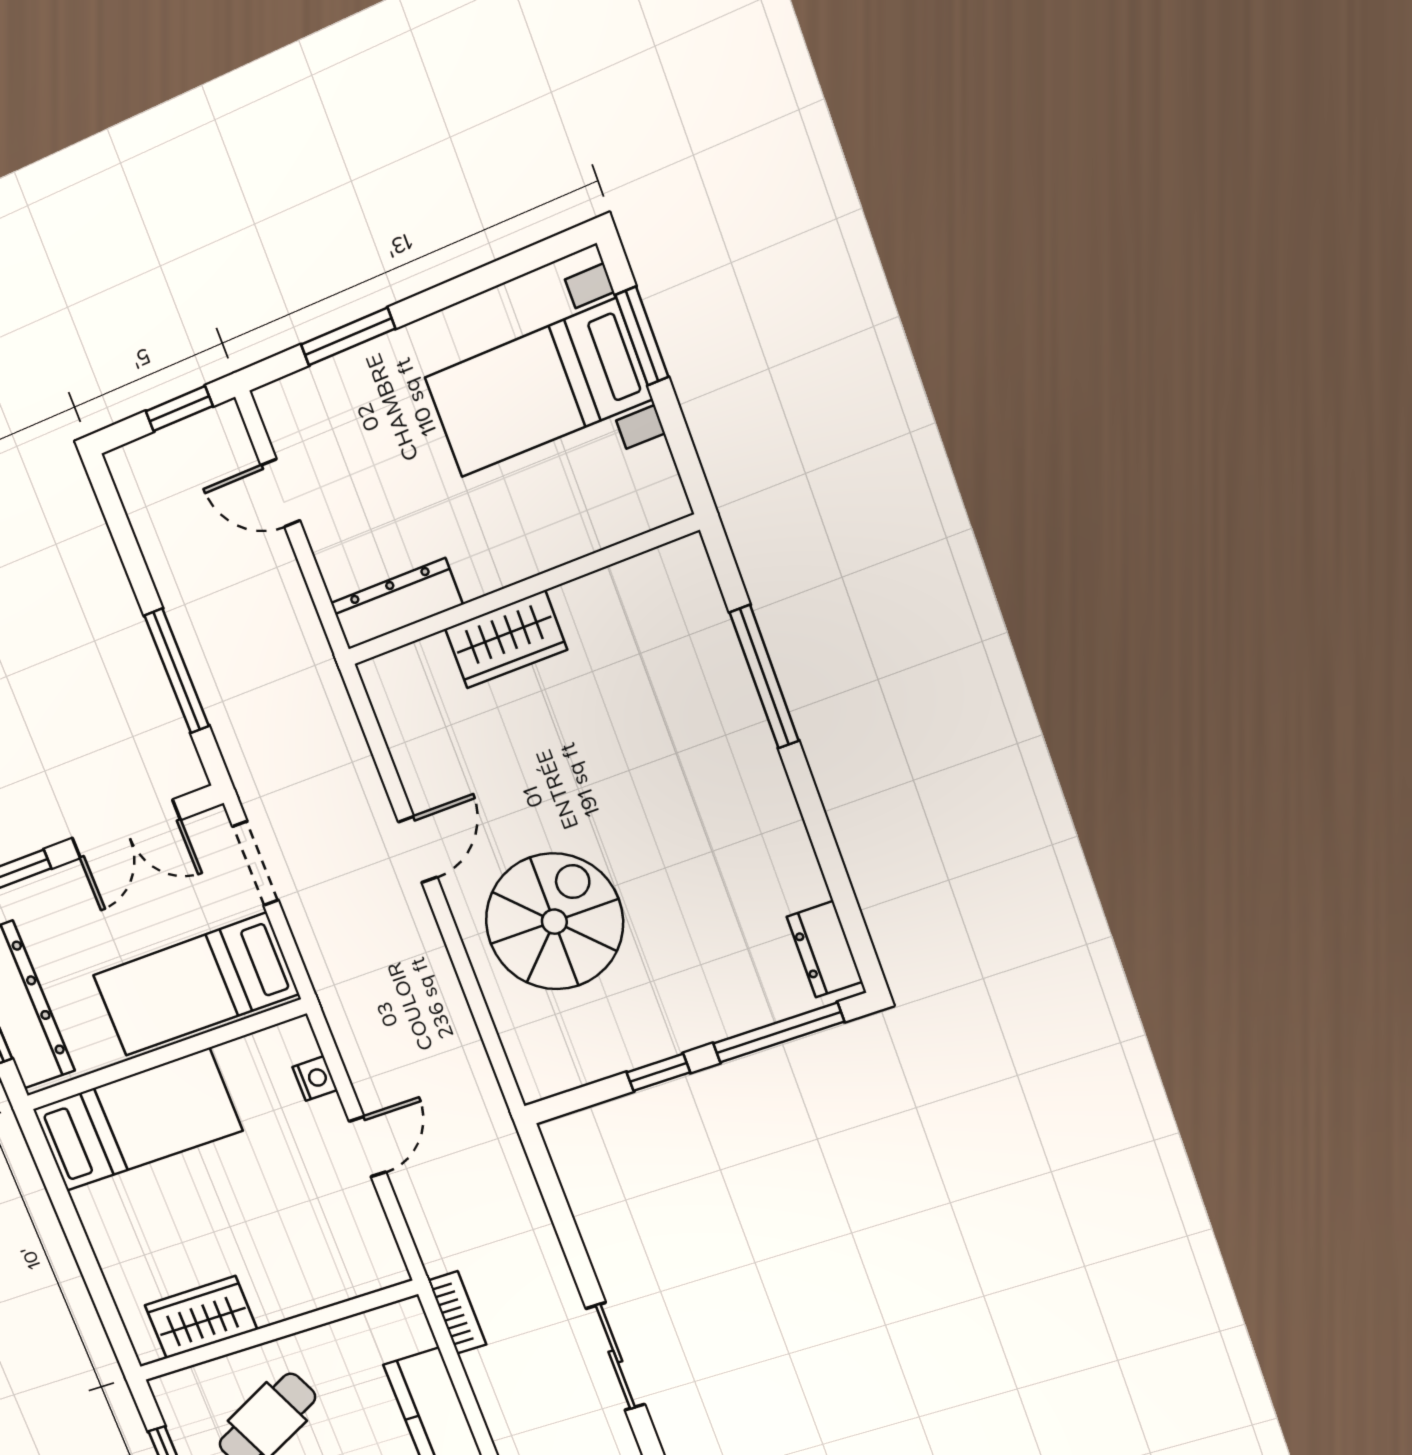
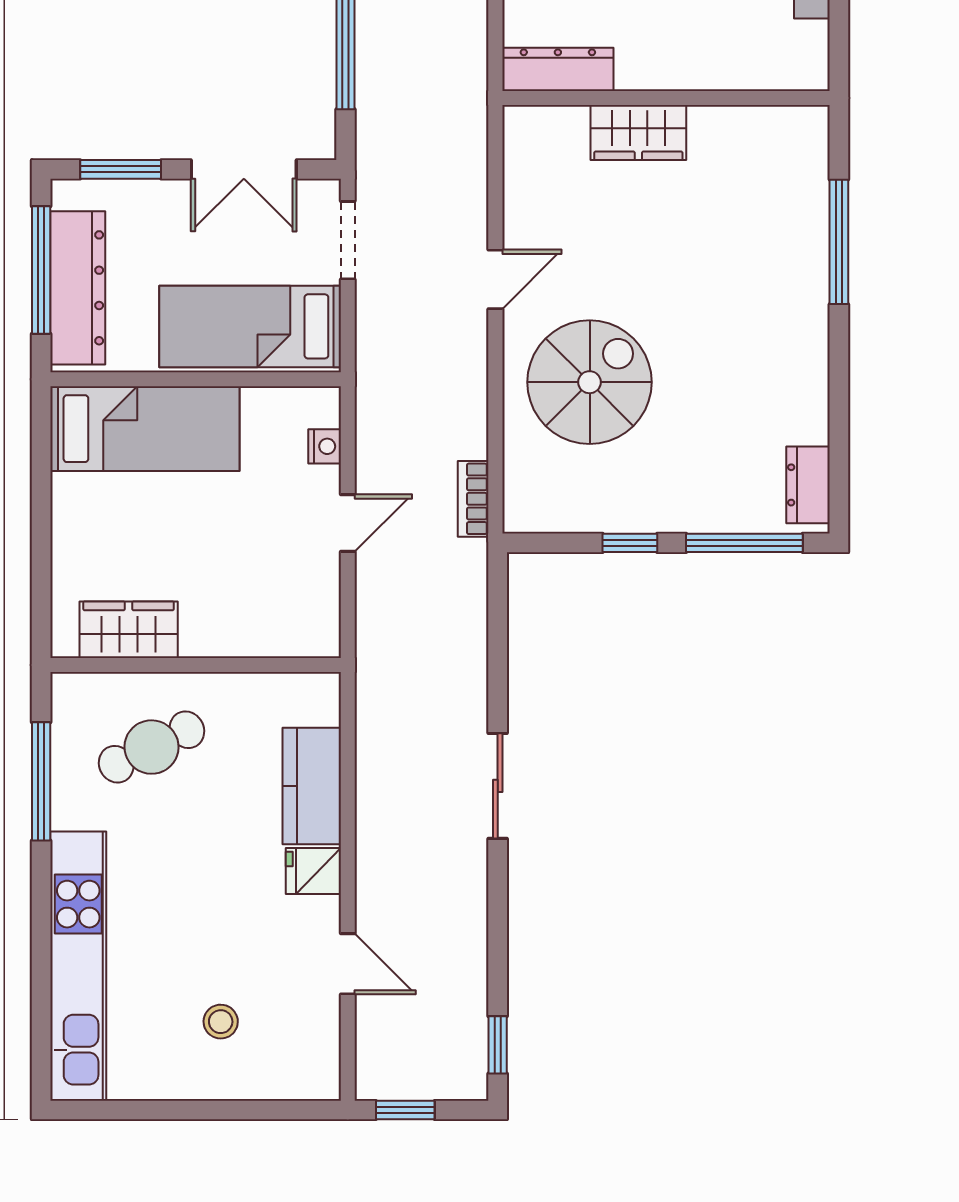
bookcase: (457, 1312) -> (473, 499), moved, turned 180

